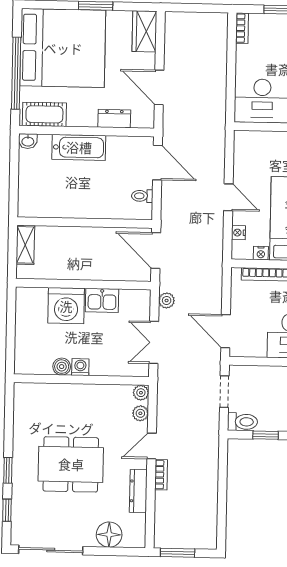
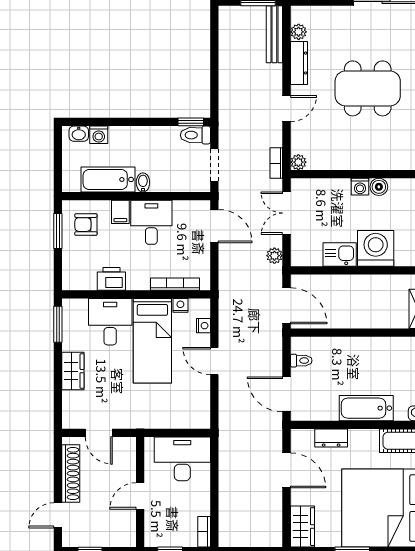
double door: (154, 342) -> (287, 213), swing flipped
plant: (140, 413) -> (299, 32), moved
window: (266, 435) -> (191, 122), moved
bookcase: (161, 475) -> (276, 163), moved
bench: (162, 520) -> (274, 34), added
floor lamp: (109, 535) -> (328, 18), removed

